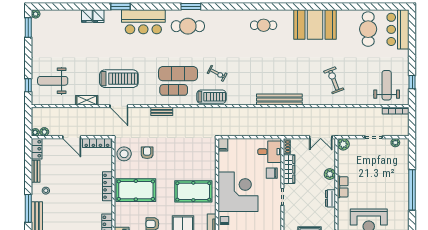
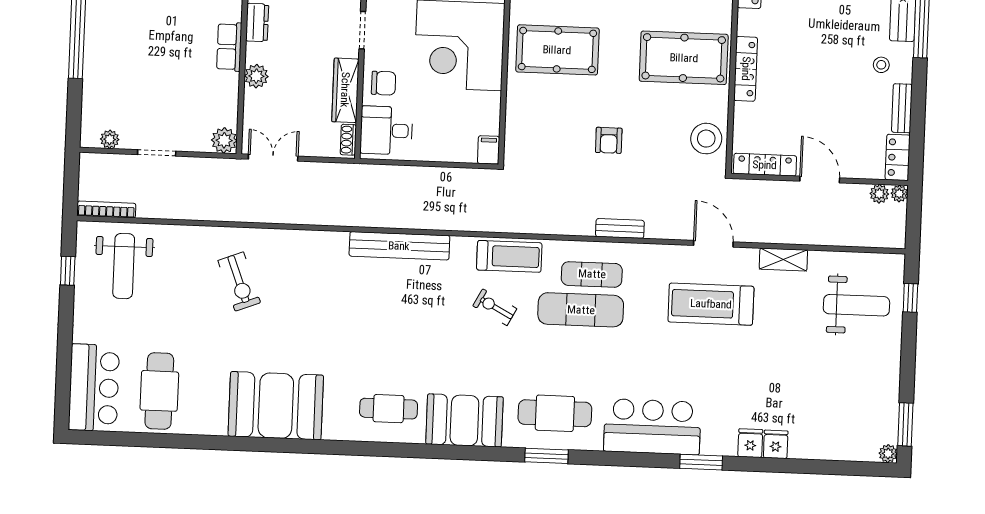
booth: (229, 21) -> (464, 420), added
treadmill: (211, 97) -> (509, 256), turned 180
bench: (279, 99) -> (399, 246), moved
armchair: (147, 153) -> (609, 140), moved

